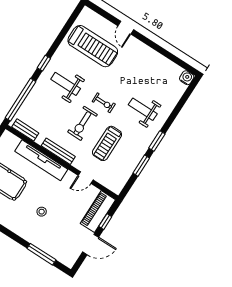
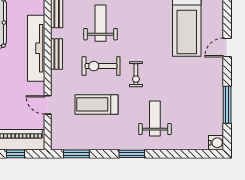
window: (165, 53) -> (227, 105), added
weight bench: (66, 84) -> (101, 23), moved
bench: (58, 151) -> (56, 54), width x0.73
window: (141, 166) -> (76, 154), moved

